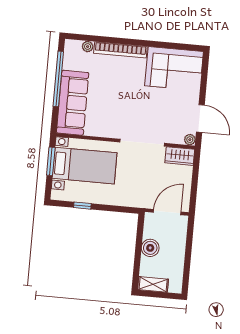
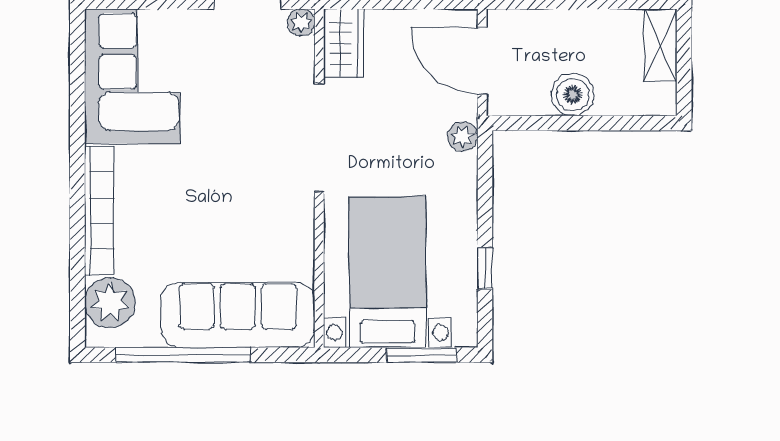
plant: (88, 47) -> (110, 303), width x1.87, depth x1.87
window: (51, 161) -> (422, 355), moved
plant: (137, 201) -> (463, 136), added
shelving: (153, 284) -> (661, 45), moved

